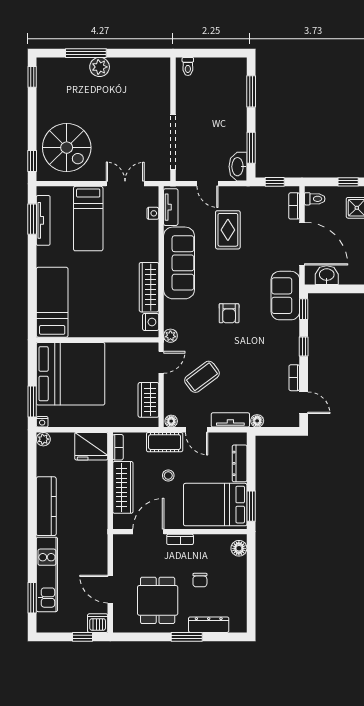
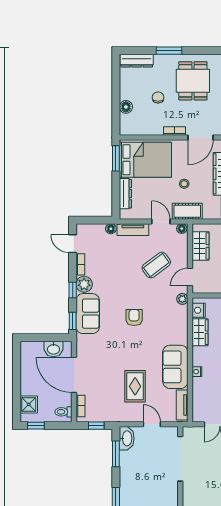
nightstand: (153, 213) -> (197, 372), moved
sofa: (179, 263) -> (175, 367), width x0.73
wardrobe: (149, 287) -> (200, 332), width x0.67
sofa: (285, 296) -> (88, 314), moved
plant: (290, 354) -> (84, 284), added
floor lamp: (239, 548) -> (126, 107), moved
dresser: (209, 625) -> (137, 61), moved

